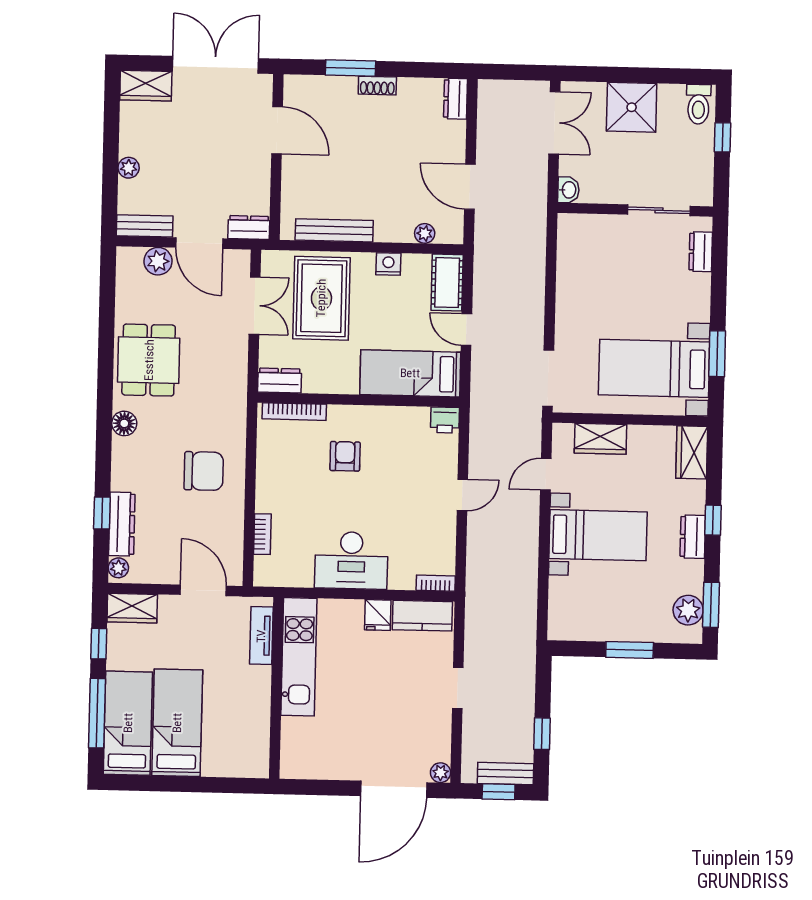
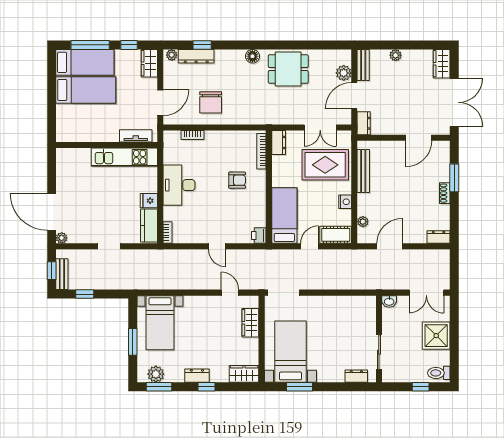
chair: (204, 471) -> (211, 102), moved
bed with nightstands: (598, 535) -> (160, 323), moved

